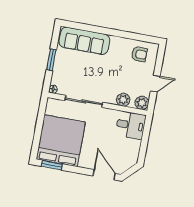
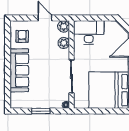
sofa: (84, 41) -> (19, 70), moved
desk: (131, 125) -> (89, 32), width x1.37

